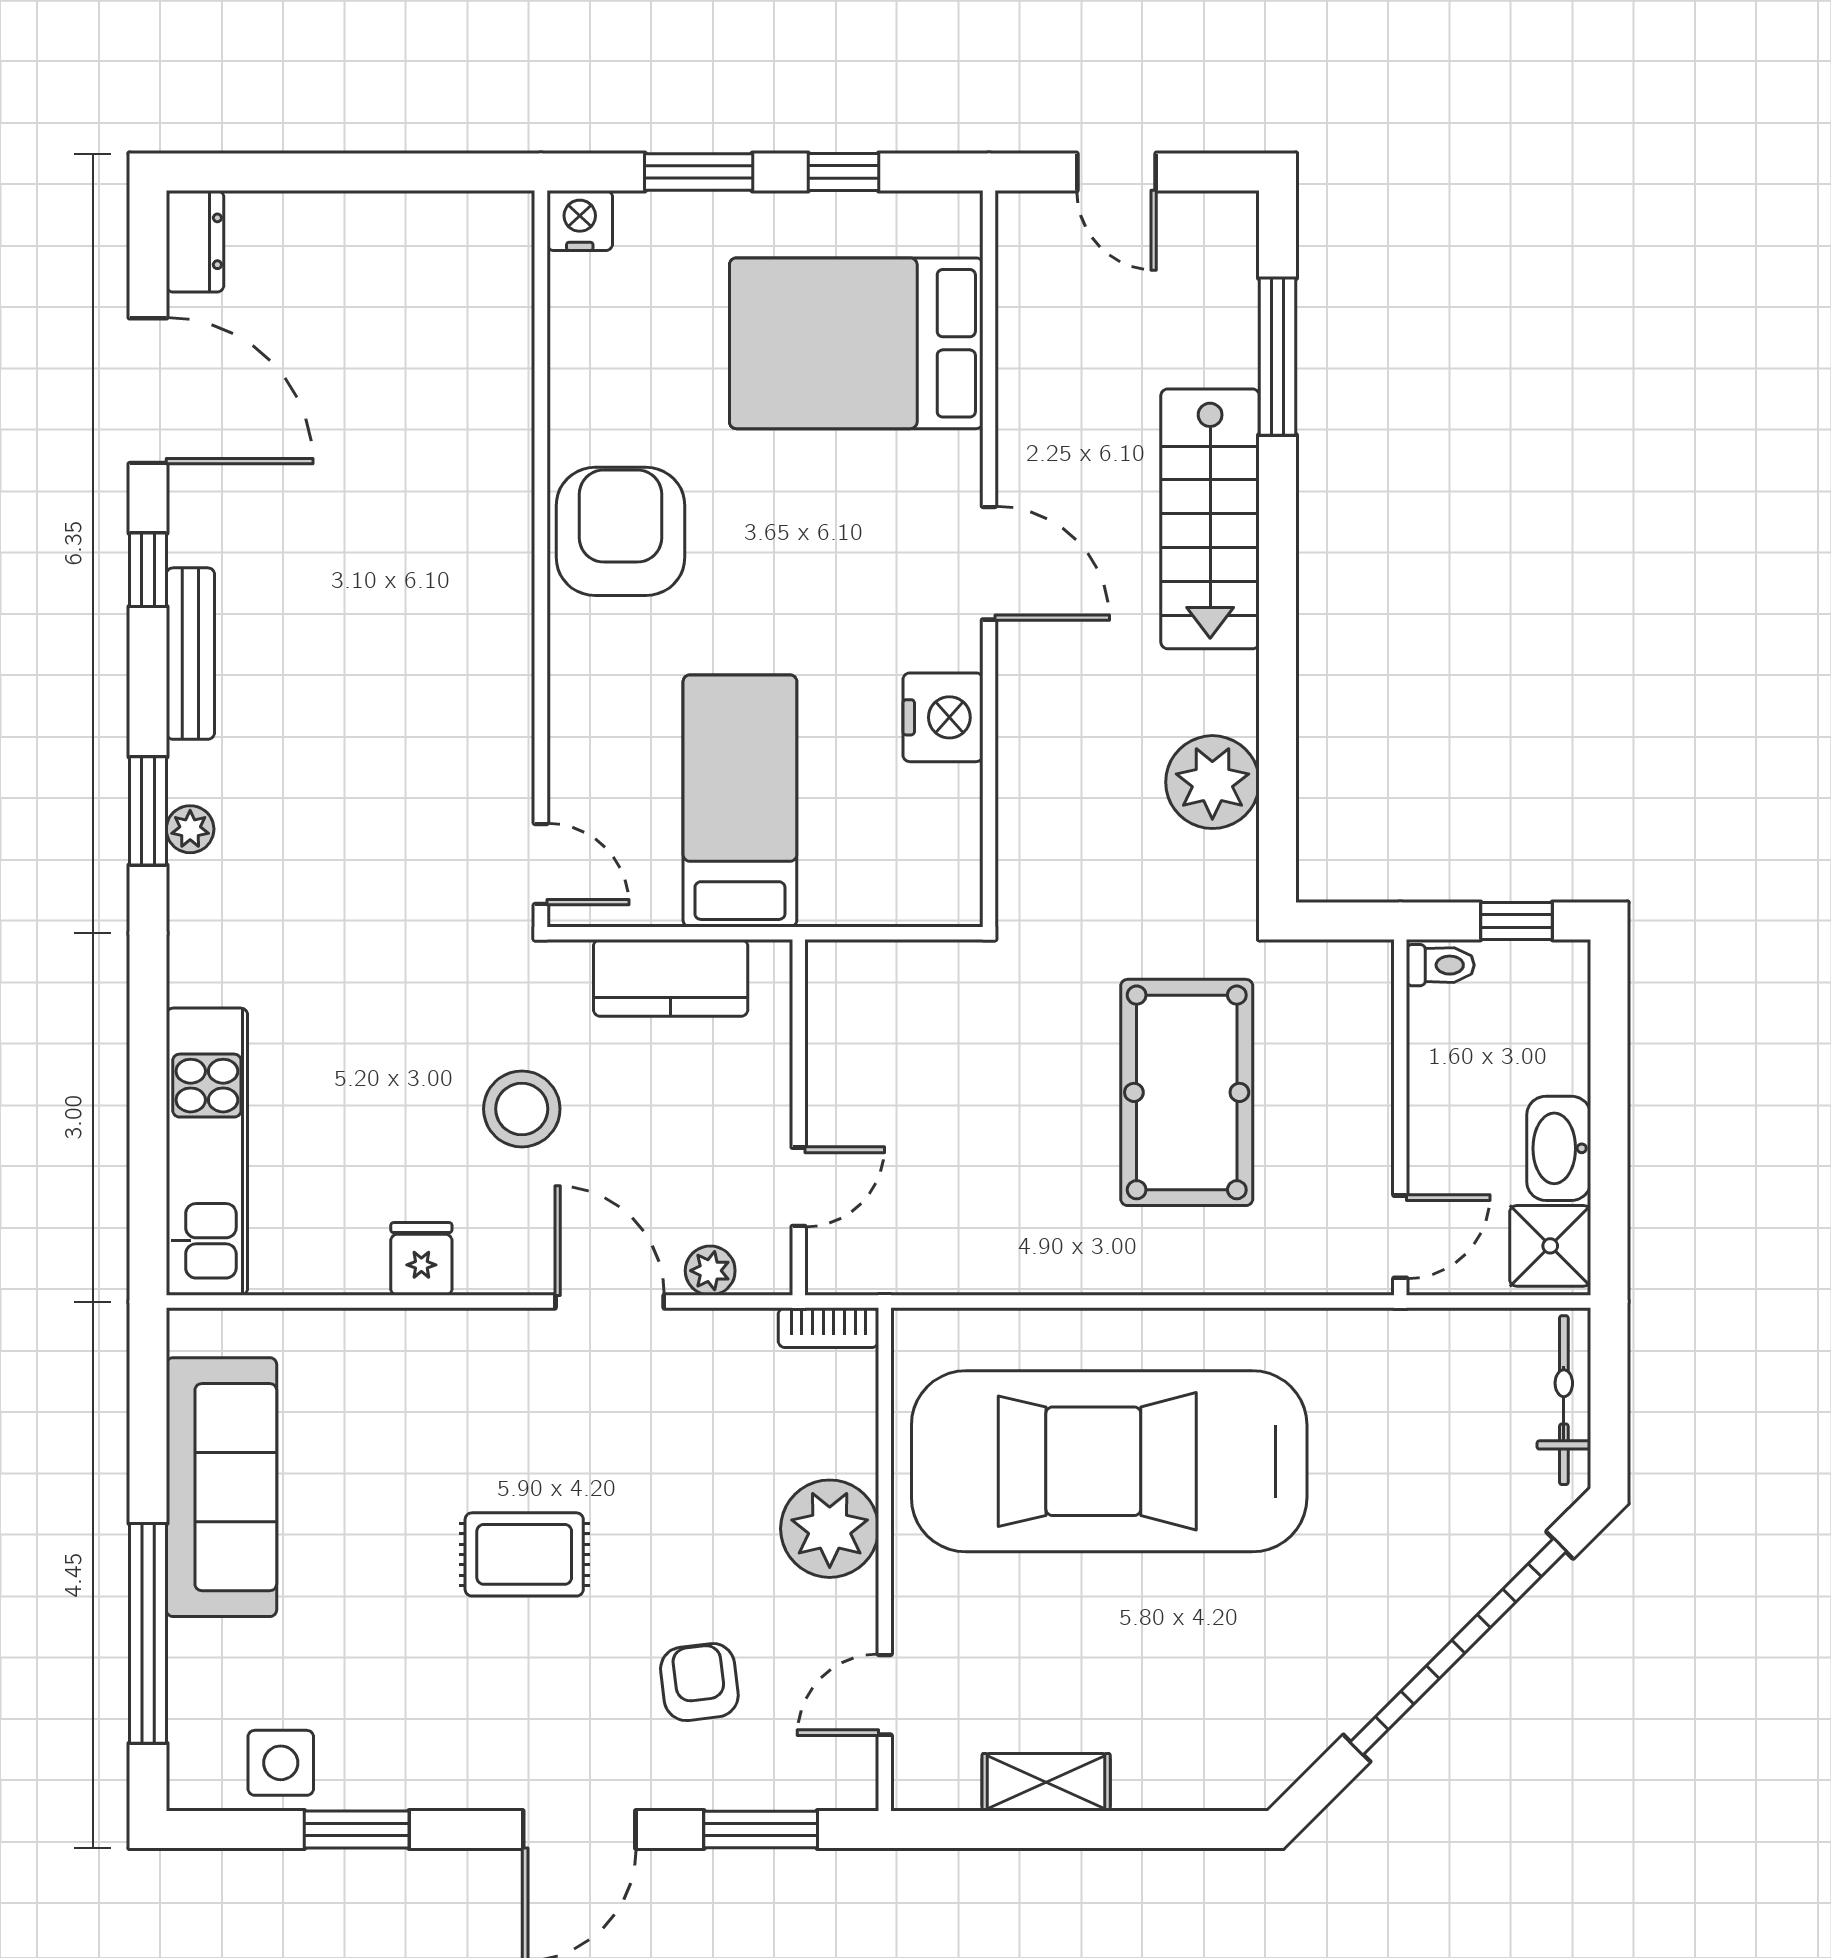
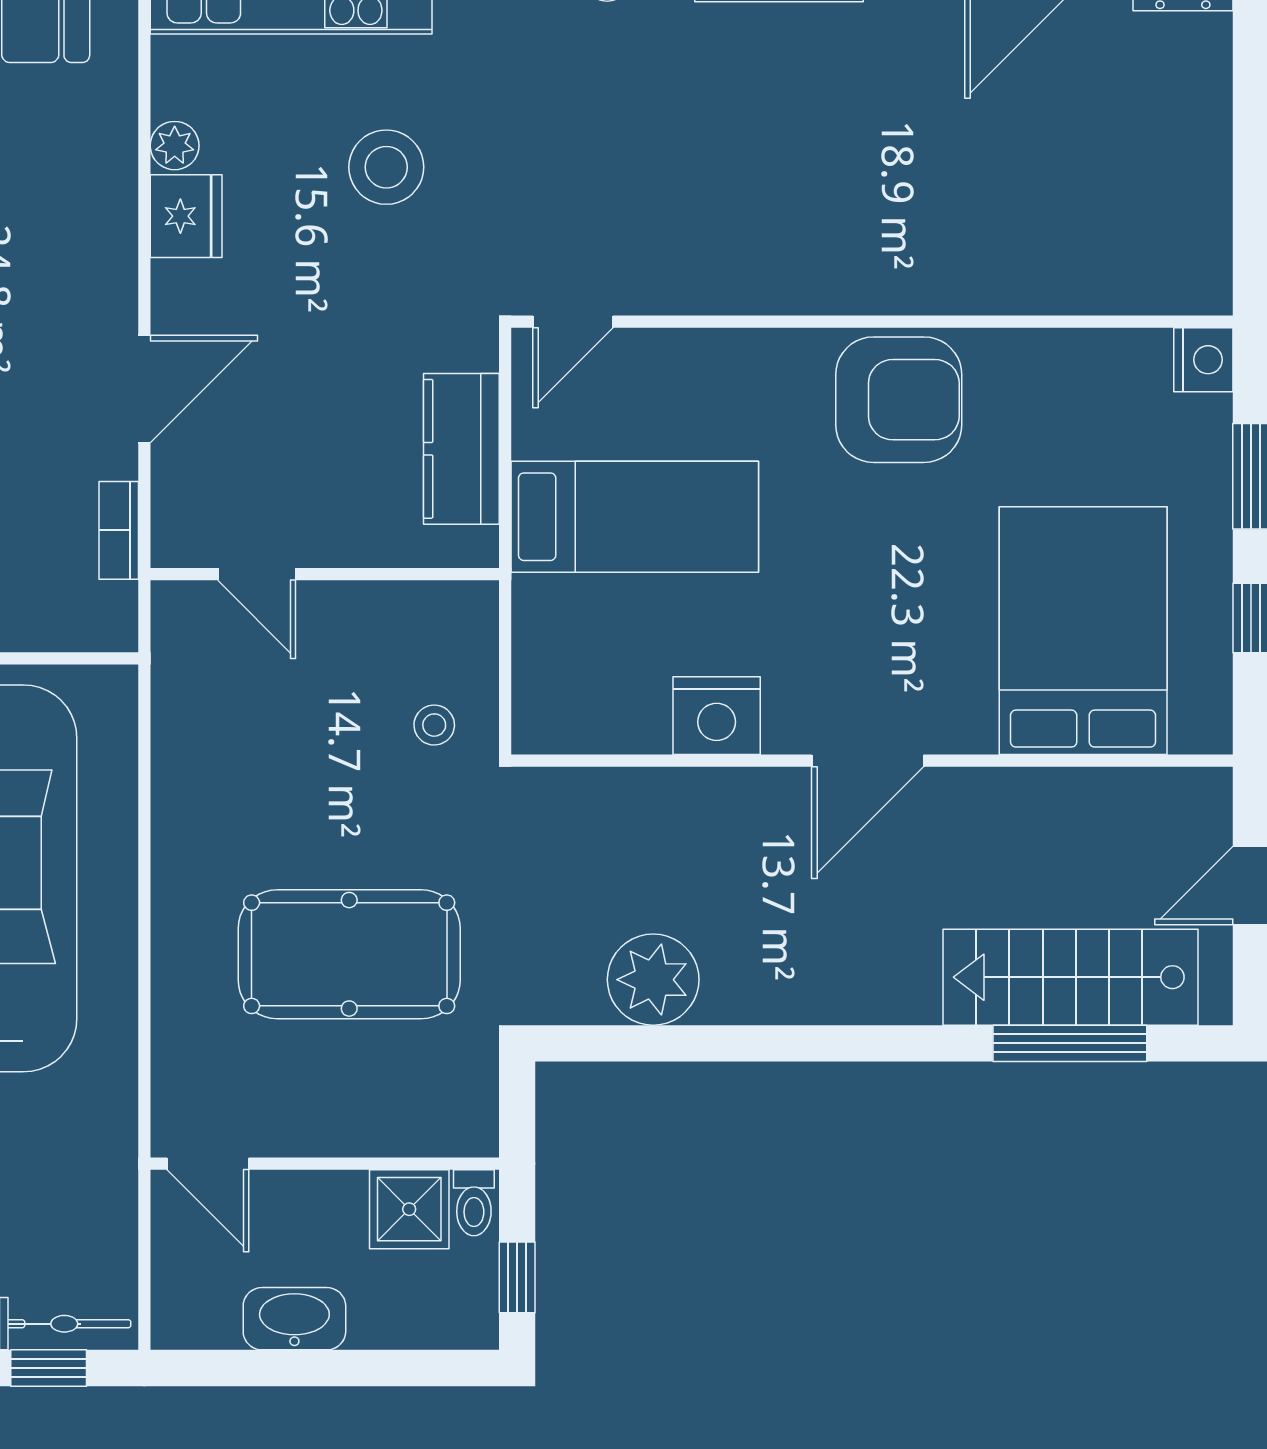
stairs: (1210, 519) -> (1071, 977), moved
stool: (953, 1006) -> (434, 725), added
stool: (522, 1109) -> (386, 167), moved
shower: (1550, 1246) -> (409, 1209), moved
fridge: (421, 1259) -> (186, 216), width x1.38
plant: (710, 1271) -> (175, 146), moved
bookcase: (828, 1328) -> (119, 530), moved
window: (1609, 1399) -> (49, 1368), added

